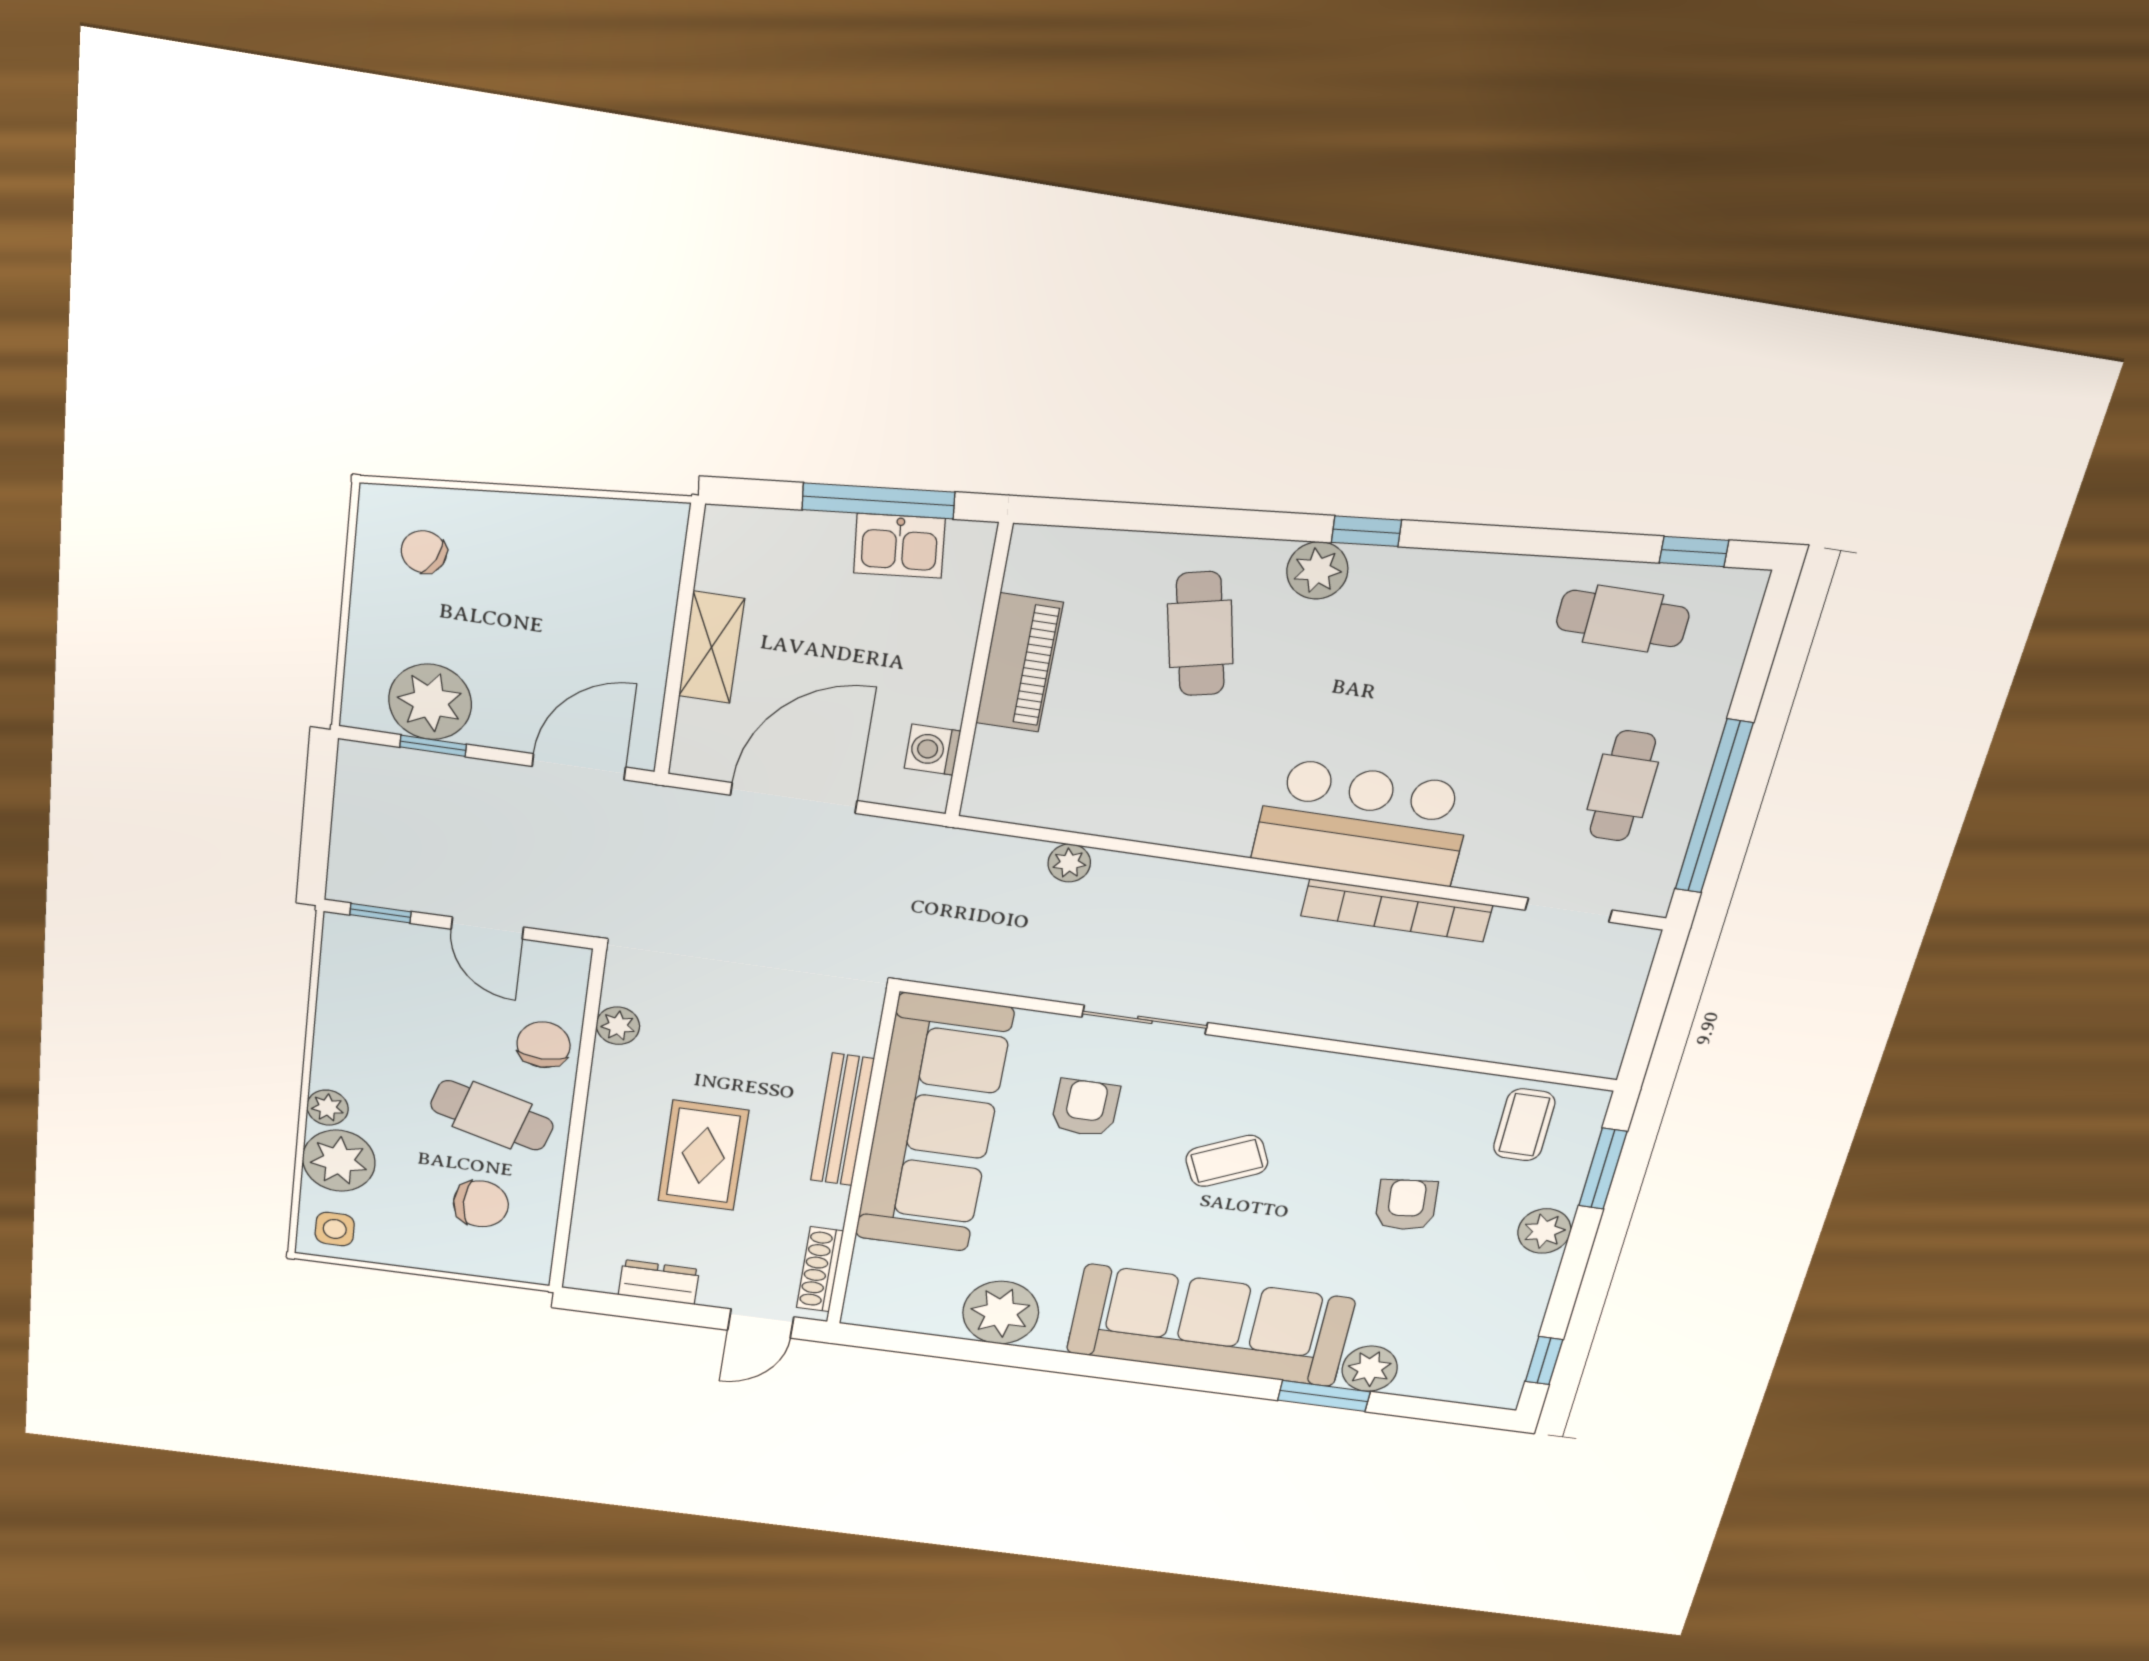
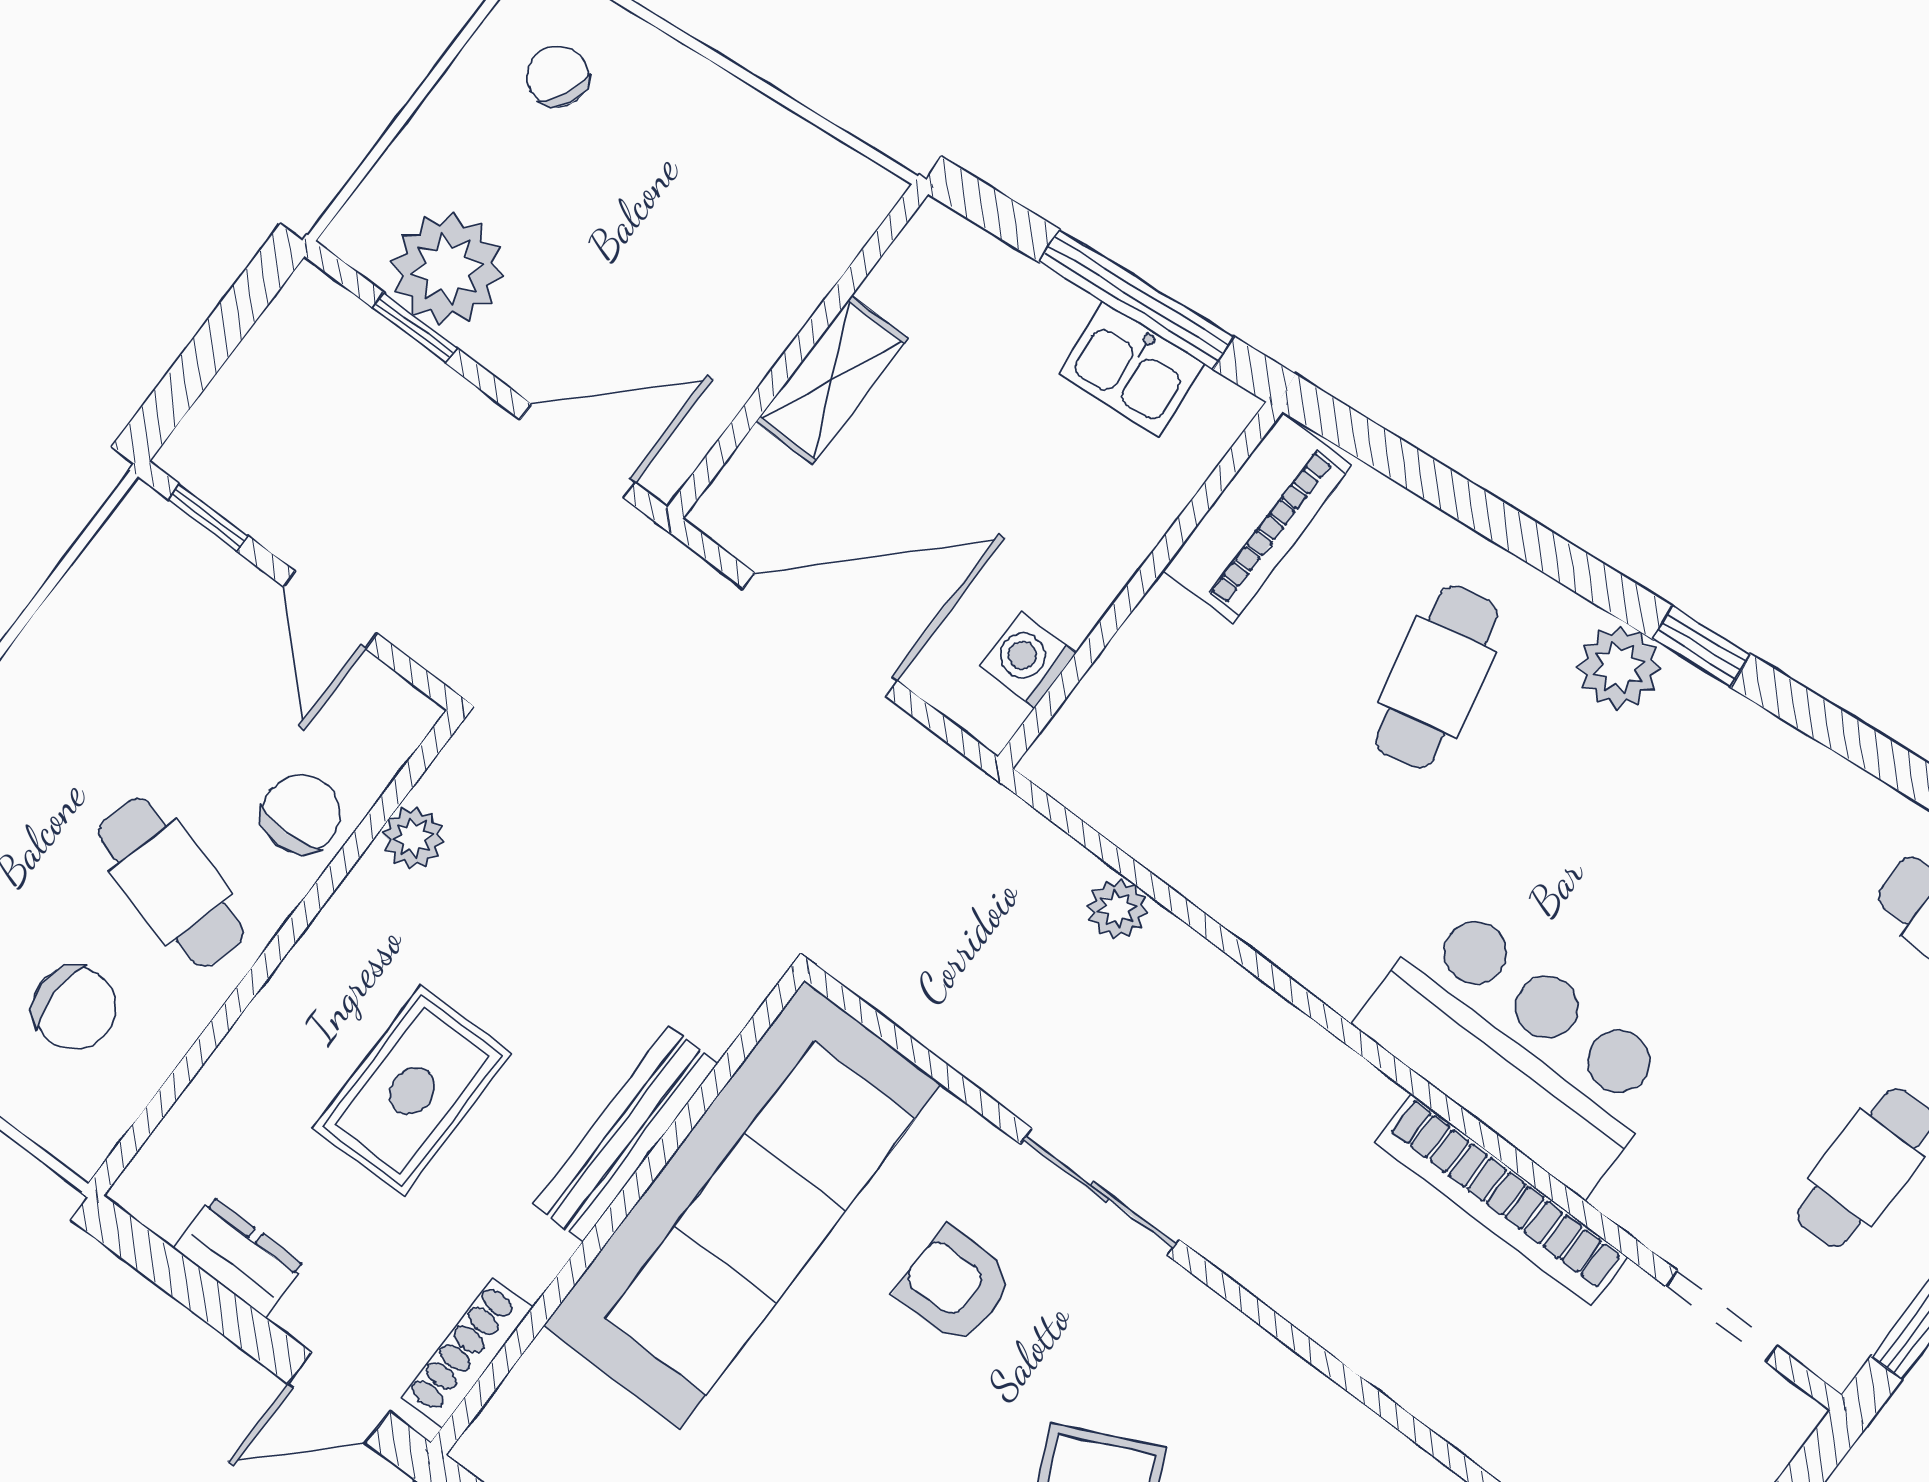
piano: (1019, 663) -> (1257, 518), moved
armchair: (1085, 1108) -> (955, 1286), turned -90

